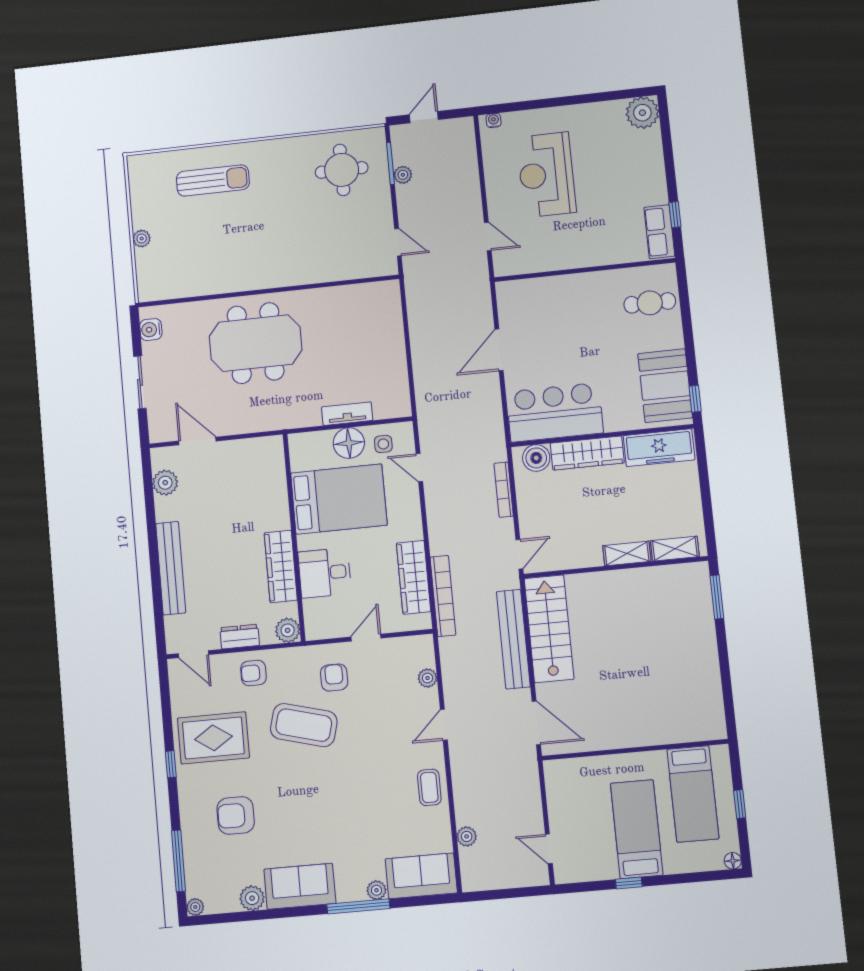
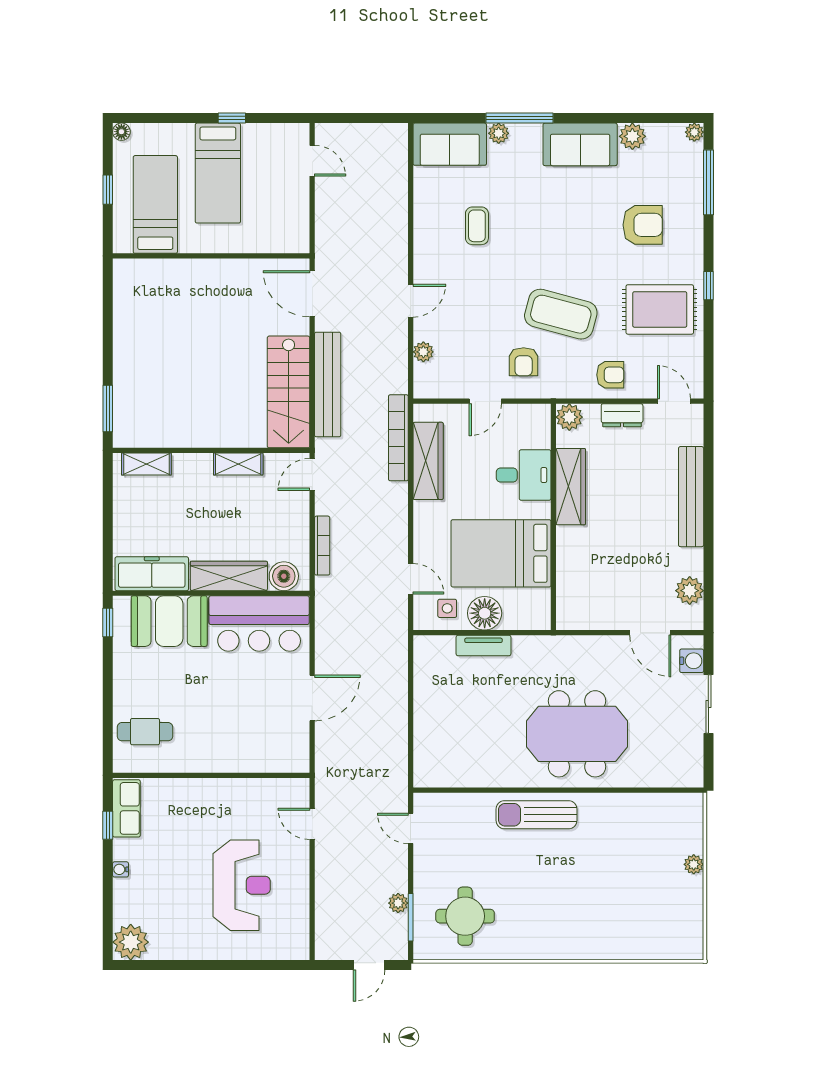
water cooler: (494, 120) -> (121, 869), moved, turned 90
sun lounger: (213, 181) -> (536, 815), moved
water cooler: (151, 330) -> (692, 661), moved
booth: (665, 386) -> (169, 621), moved, turned 90
shelving: (627, 553) -> (238, 464), moved
coffee table: (429, 787) -> (477, 226), moved
plant: (467, 836) -> (398, 181), removed

